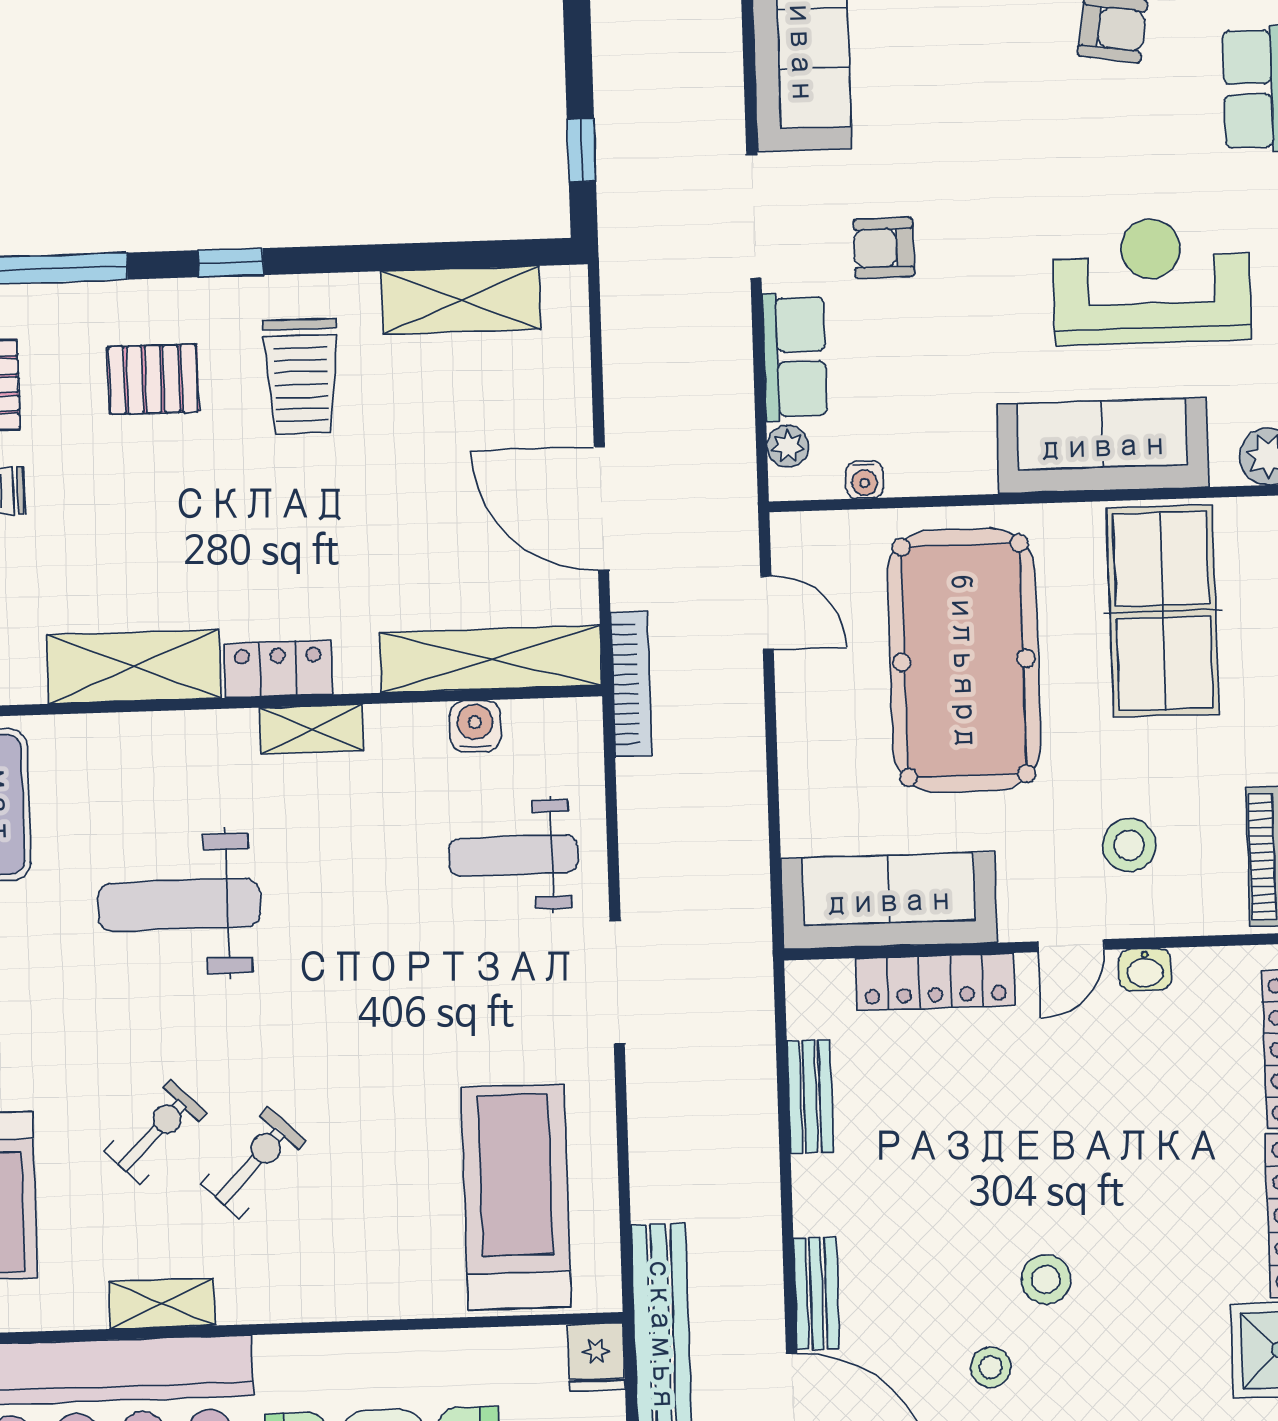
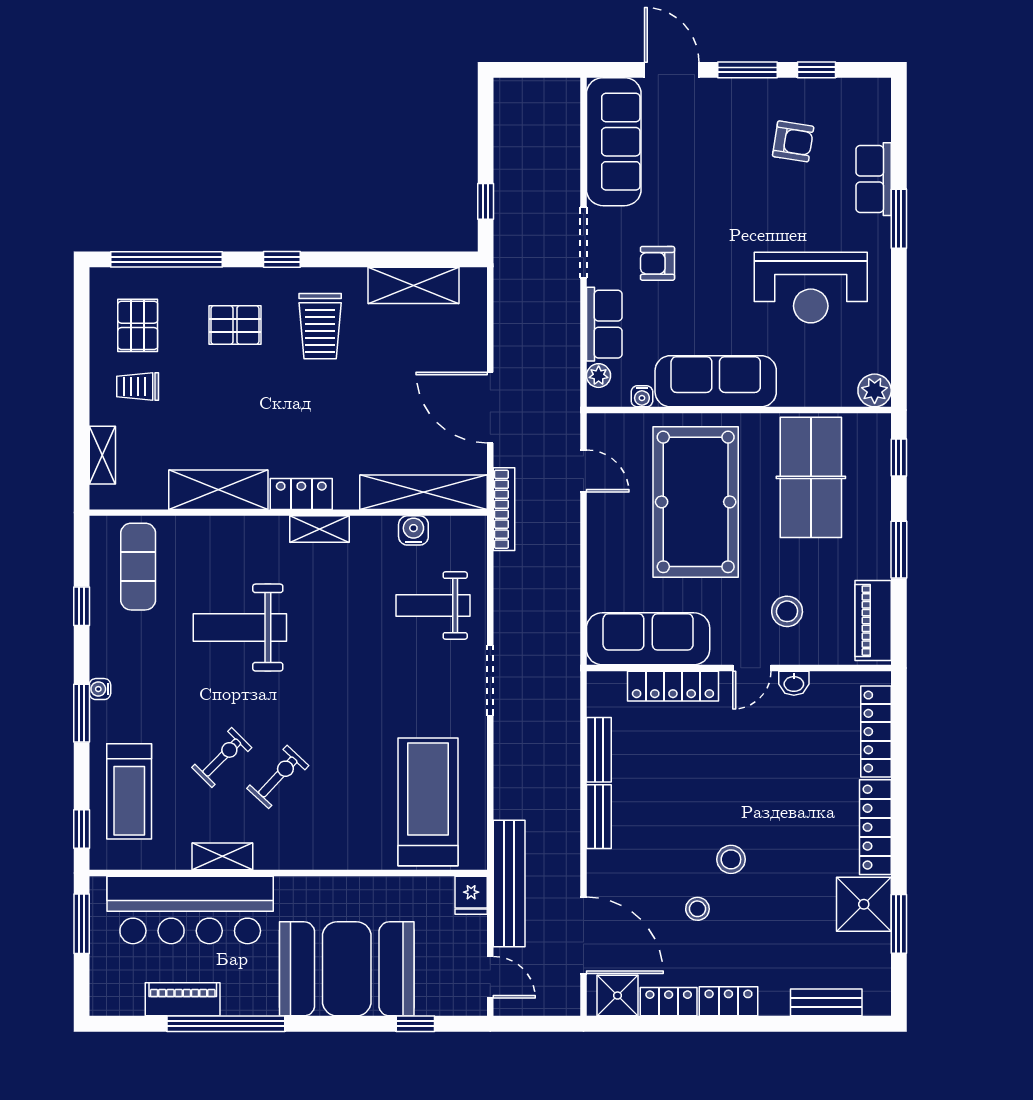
reception desk: (1152, 281) -> (811, 288), turned 180
sofa: (1103, 446) -> (716, 381), moved
bench: (816, 1294) -> (599, 817), moved

